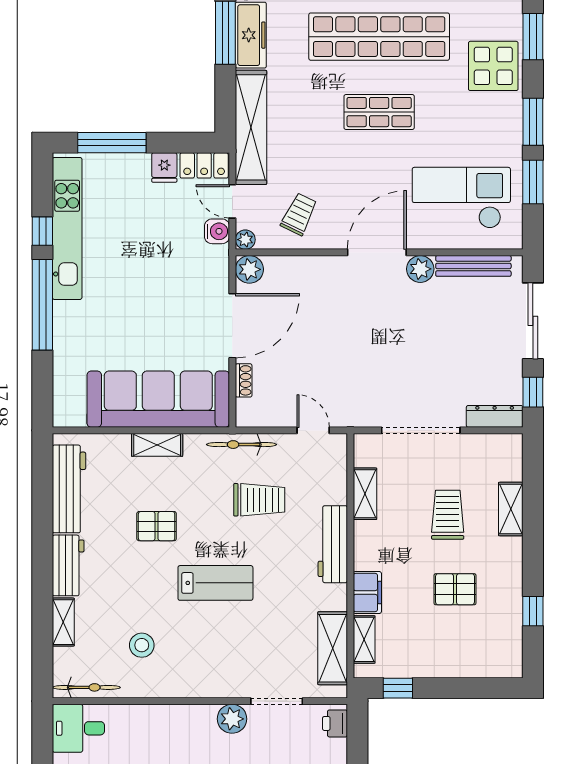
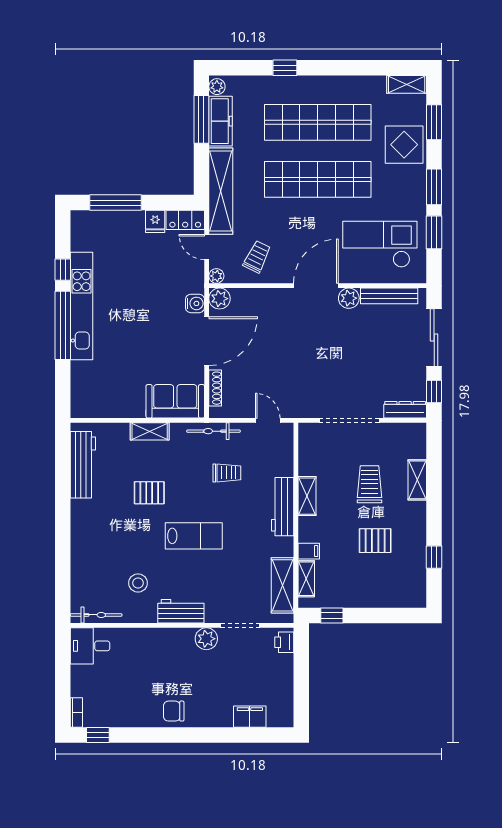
shop shelf: (379, 112) -> (318, 179), width x2.00, depth x1.36
kitchen unit: (67, 228) -> (82, 306), moved
water cooler: (217, 231) -> (195, 303), moved
shoe rack: (244, 380) -> (215, 388), width x1.43
sofa: (158, 399) -> (175, 401), width x0.54, depth x0.79
shelving: (365, 494) -> (307, 496), moved
trolley: (259, 500) -> (227, 473), width x0.73, depth x0.72
workbench: (68, 565) -> (181, 611), moved, turned -90
filing cabinet: (367, 593) -> (309, 551), width x0.50
shelving: (63, 622) -> (79, 566), removed

